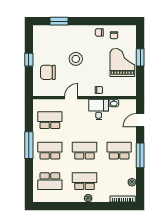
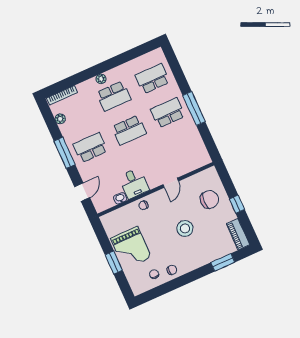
piano: (38, 37) -> (238, 234), added
school desk: (50, 120) -> (183, 147), removed
school desk: (50, 151) -> (168, 113), turned 180
school desk: (119, 151) -> (90, 148), turned 180

